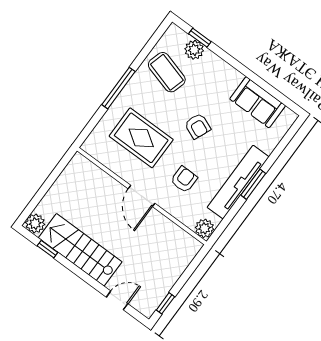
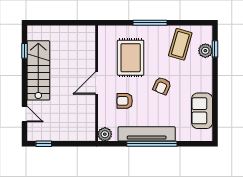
armchair: (184, 179) -> (125, 101), turned 180
window: (253, 184) -> (152, 144), width x2.11
plant: (35, 224) -> (34, 32), removed

